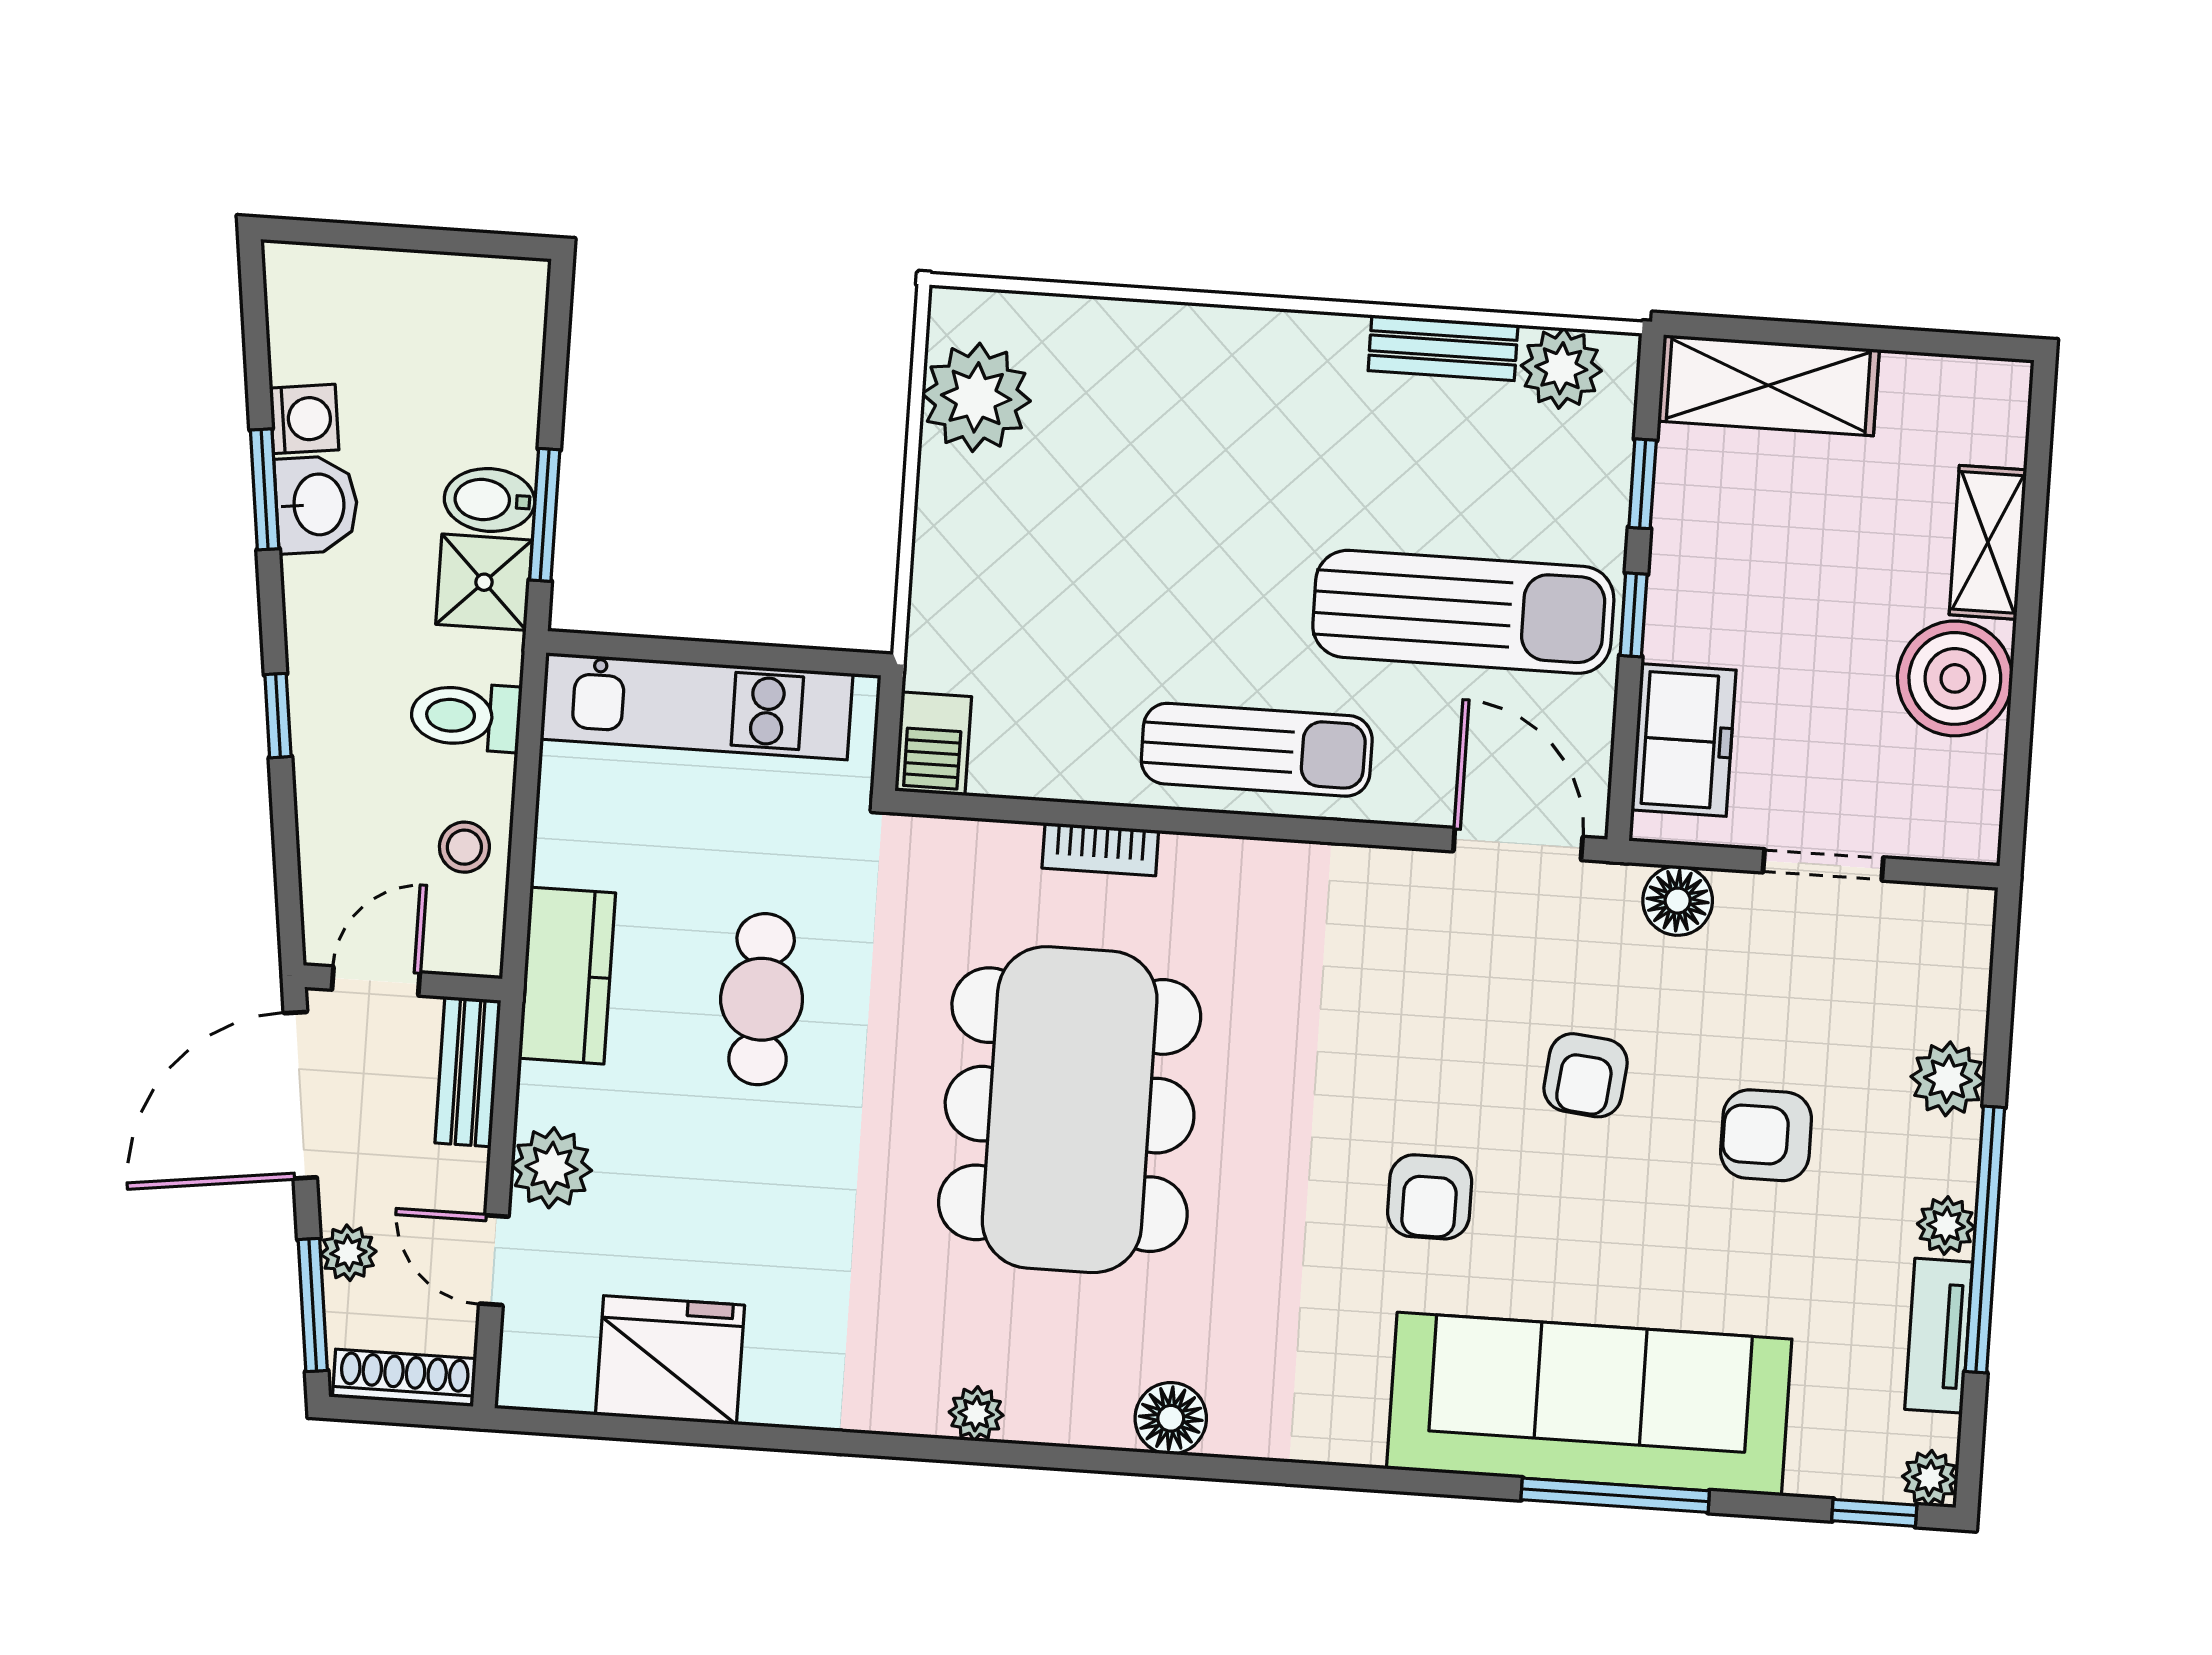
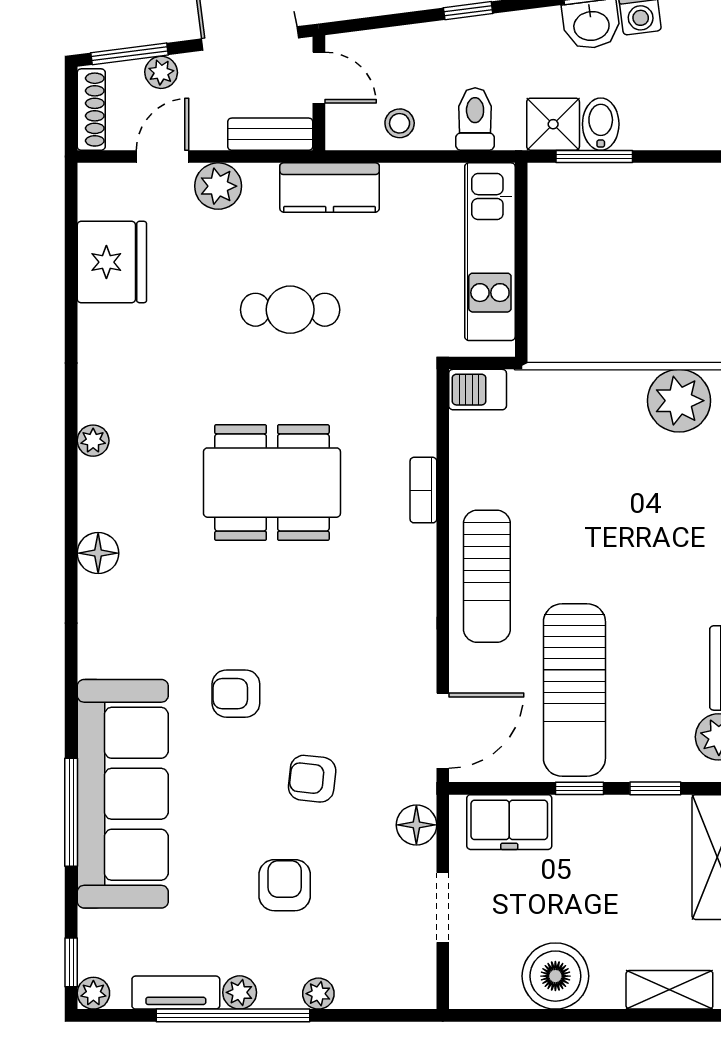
shelving: (1988, 542) -> (669, 990), moved
cafe table: (762, 999) -> (290, 310), moved
plant: (1948, 1079) -> (318, 994), width x0.73, depth x0.73
dining table: (1070, 1110) -> (272, 483), width x0.73, depth x0.80

